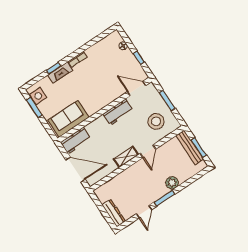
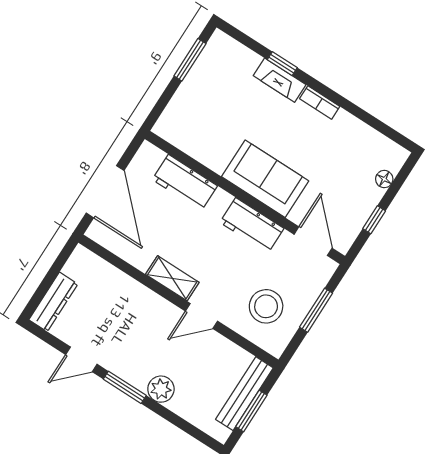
side table: (38, 96) -> (216, 58), removed
sofa: (68, 119) -> (265, 179), moved
workbench: (76, 141) -> (185, 183), moved

